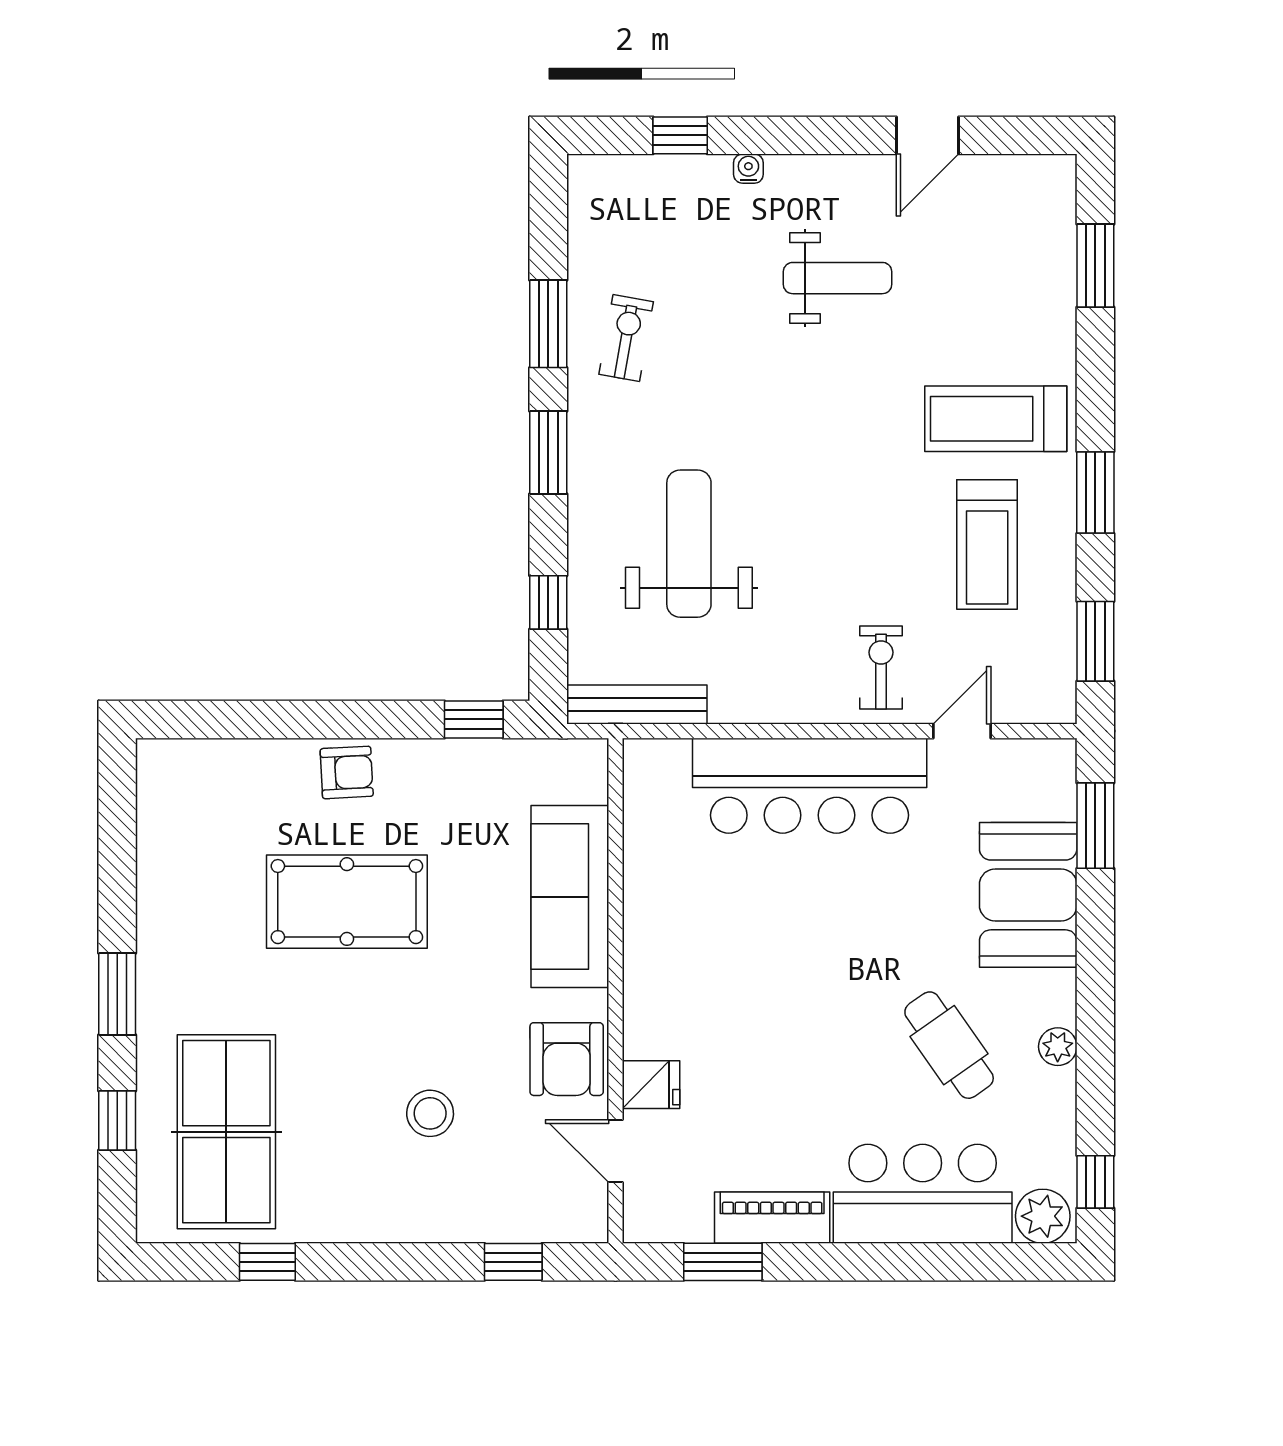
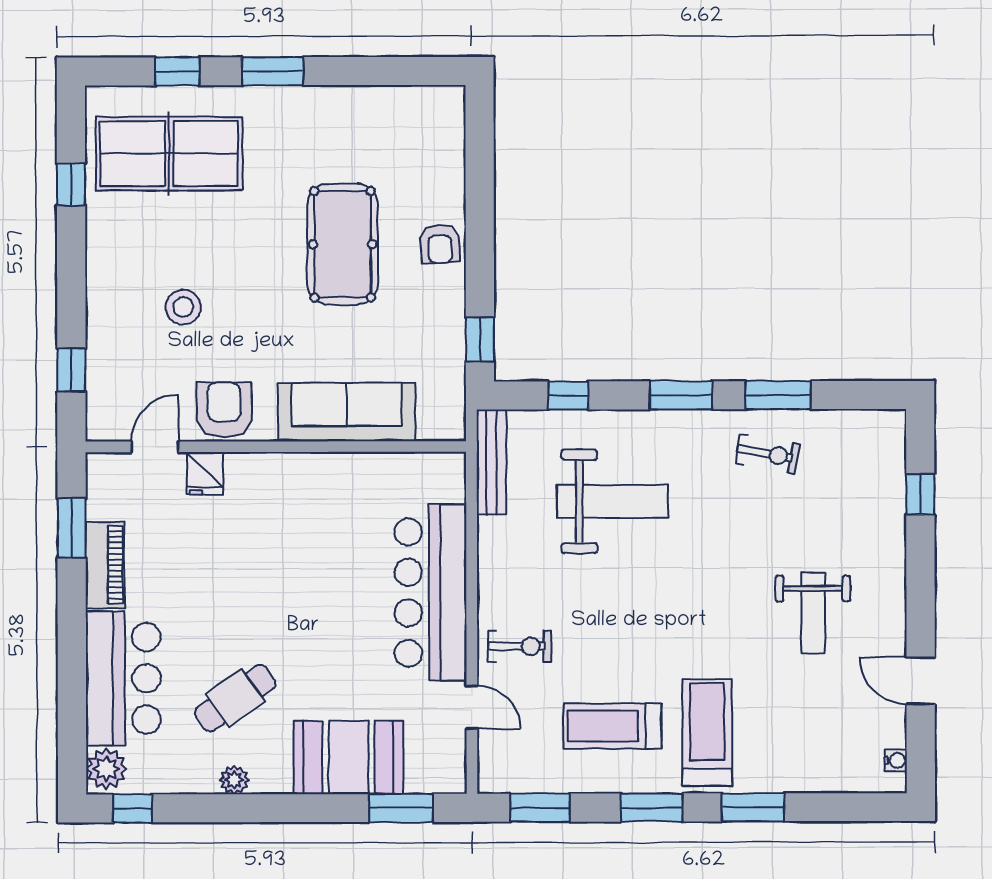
water cooler: (748, 169) -> (896, 760), moved
window: (1095, 266) -> (753, 807), moved
armchair: (567, 1059) -> (224, 410), turned 90

